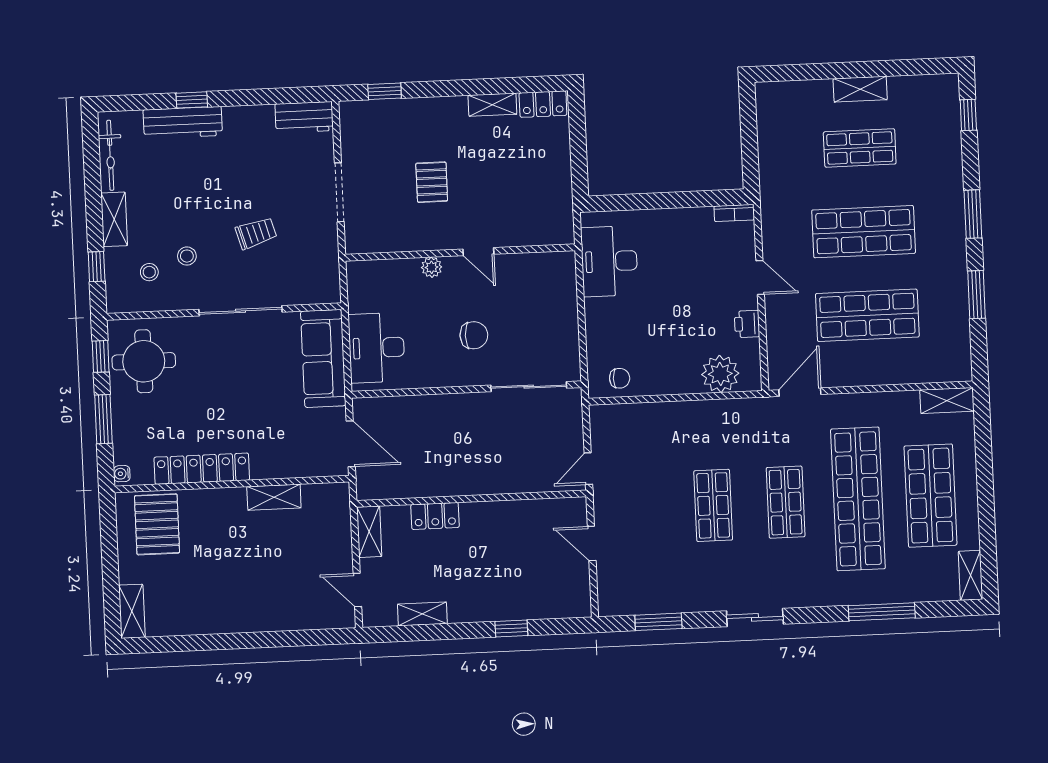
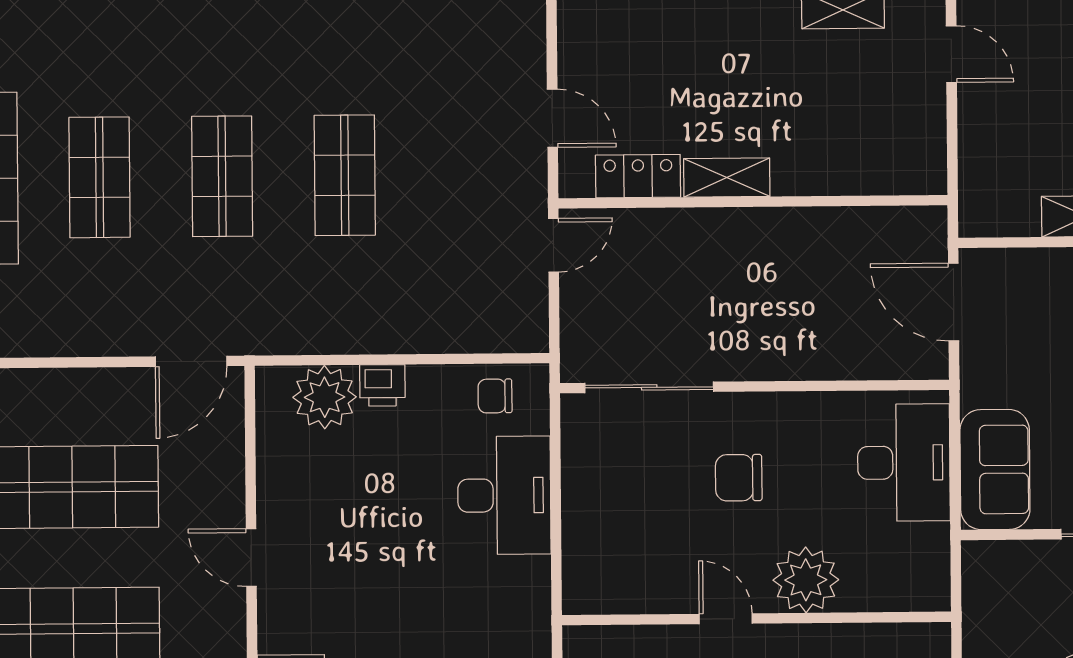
desk: (609, 261) -> (504, 495), moved
plant: (432, 267) -> (806, 580), width x1.88, depth x1.88
printer: (747, 324) -> (382, 385), moved, turned 90
sofa: (323, 358) -> (995, 469), width x0.73
shop shelf: (858, 499) -> (99, 177), width x0.50, depth x0.74
locker: (435, 516) -> (638, 176), moved
shelving: (369, 532) -> (727, 177), moved, turned 90

